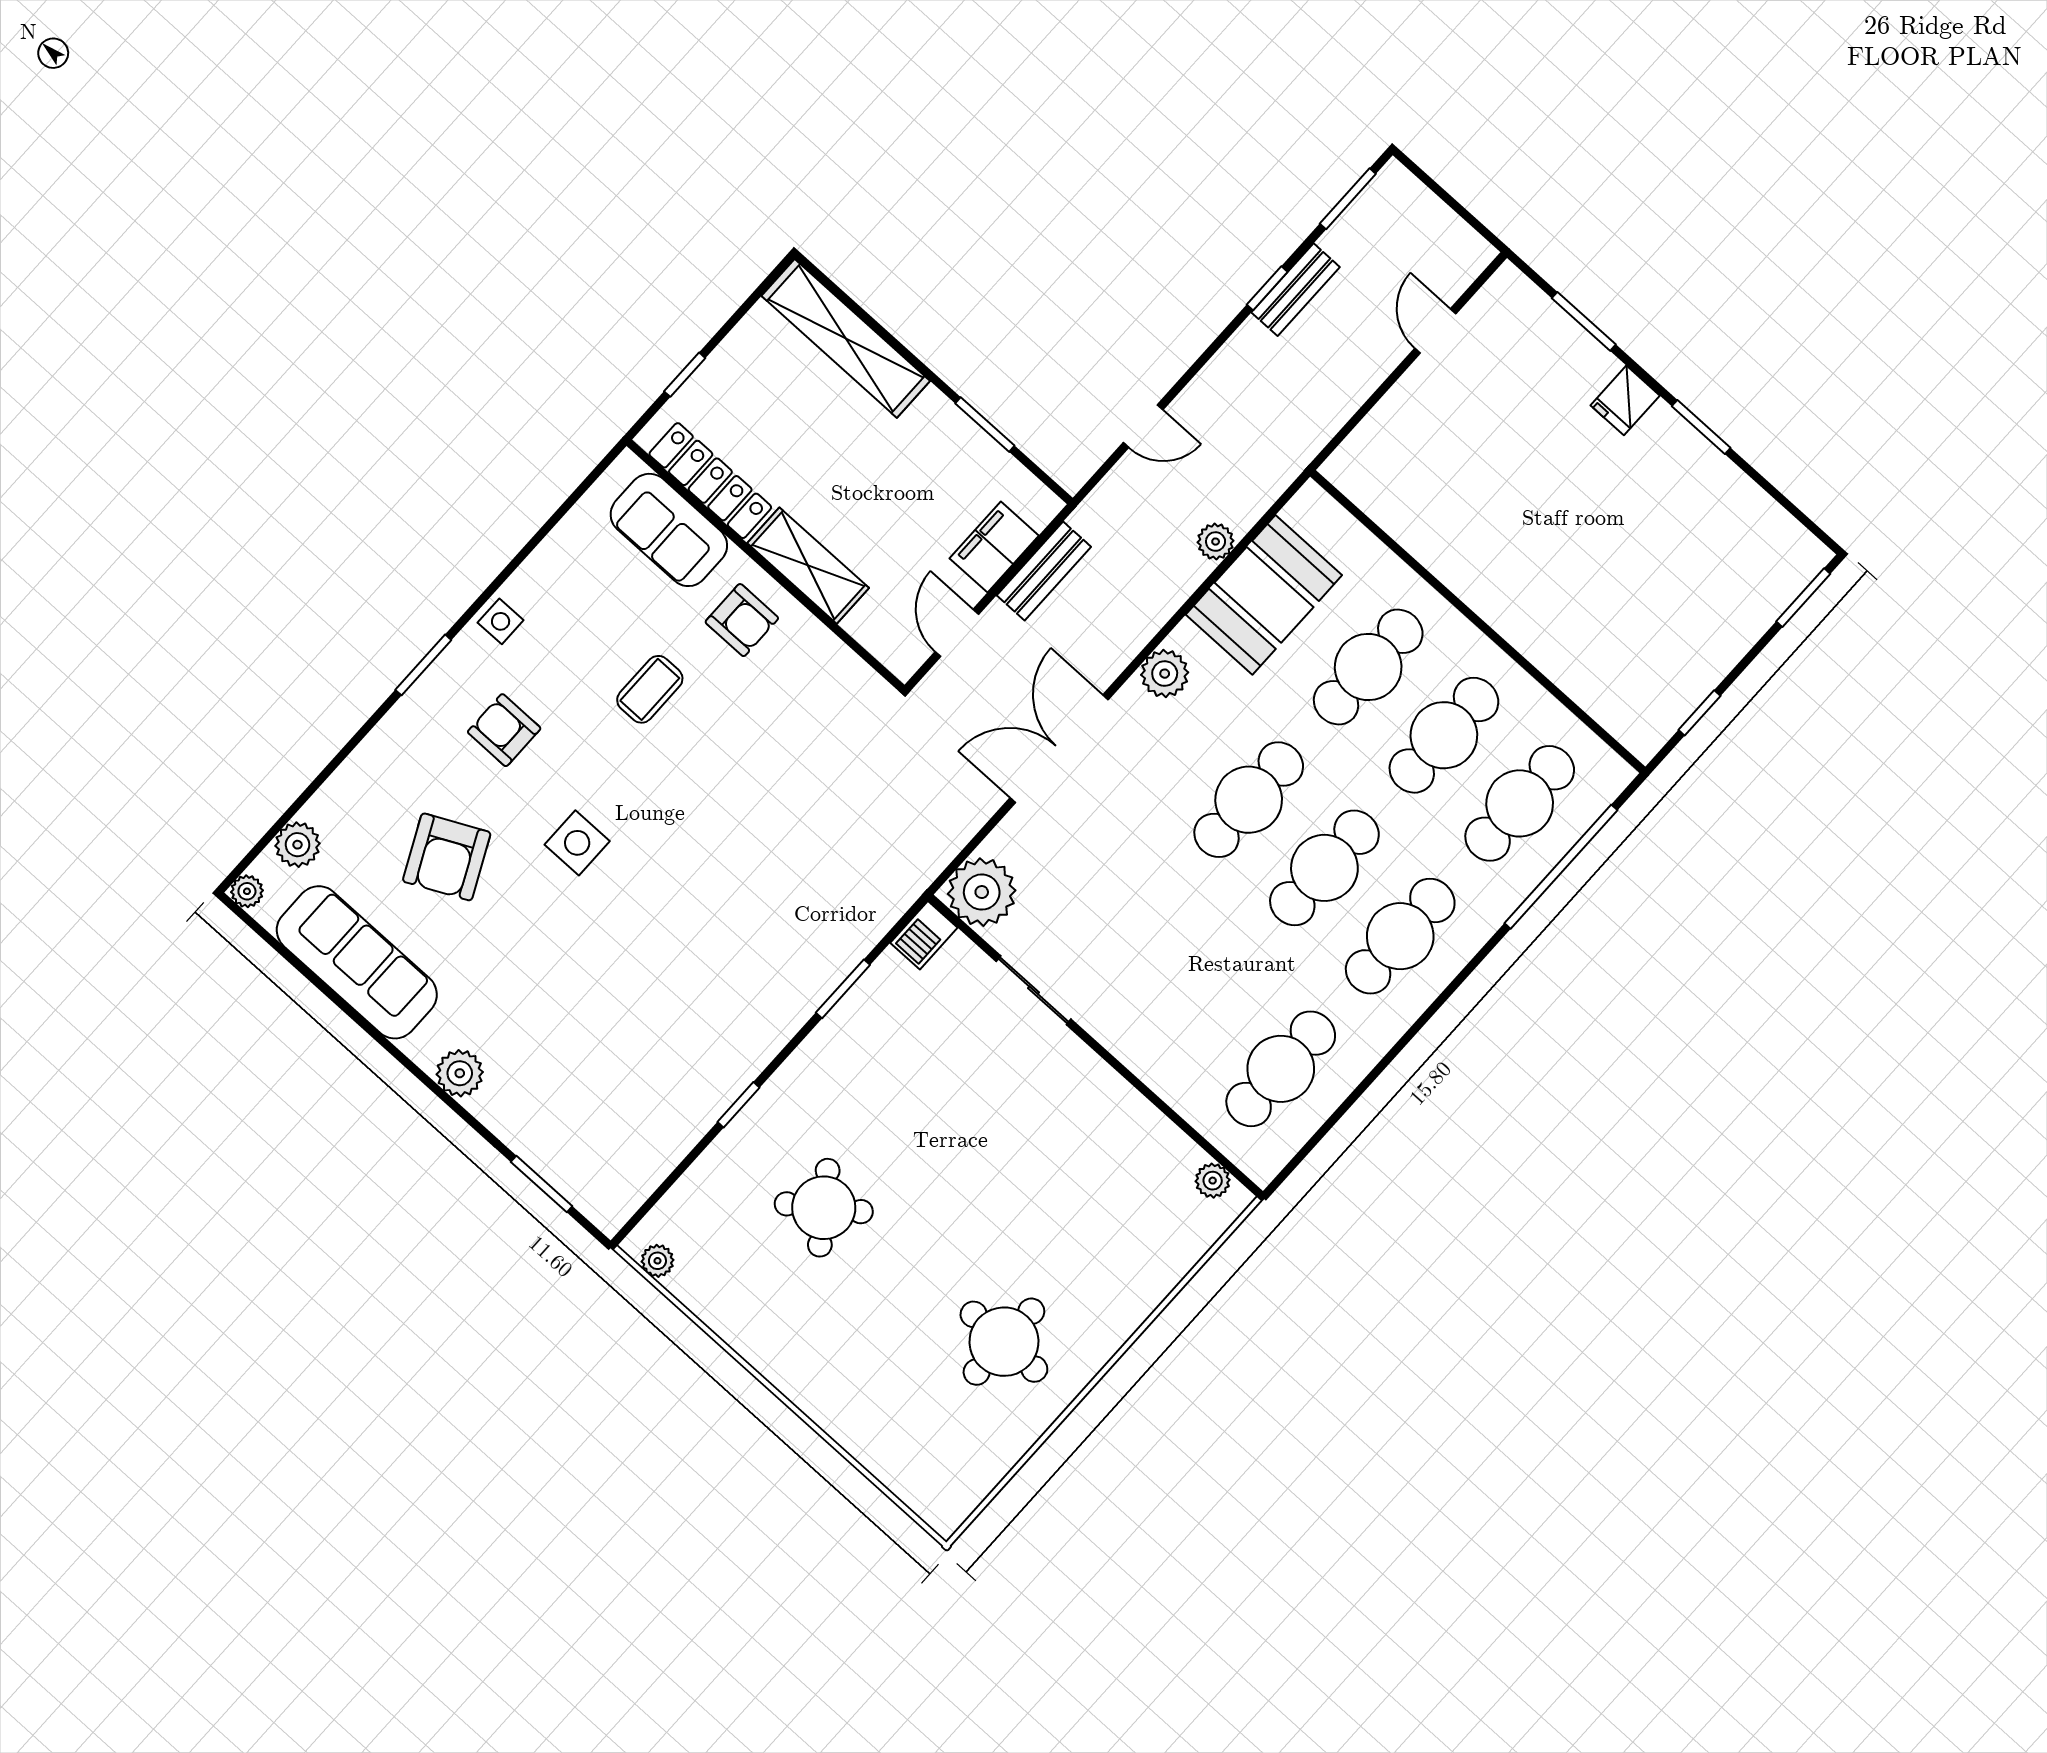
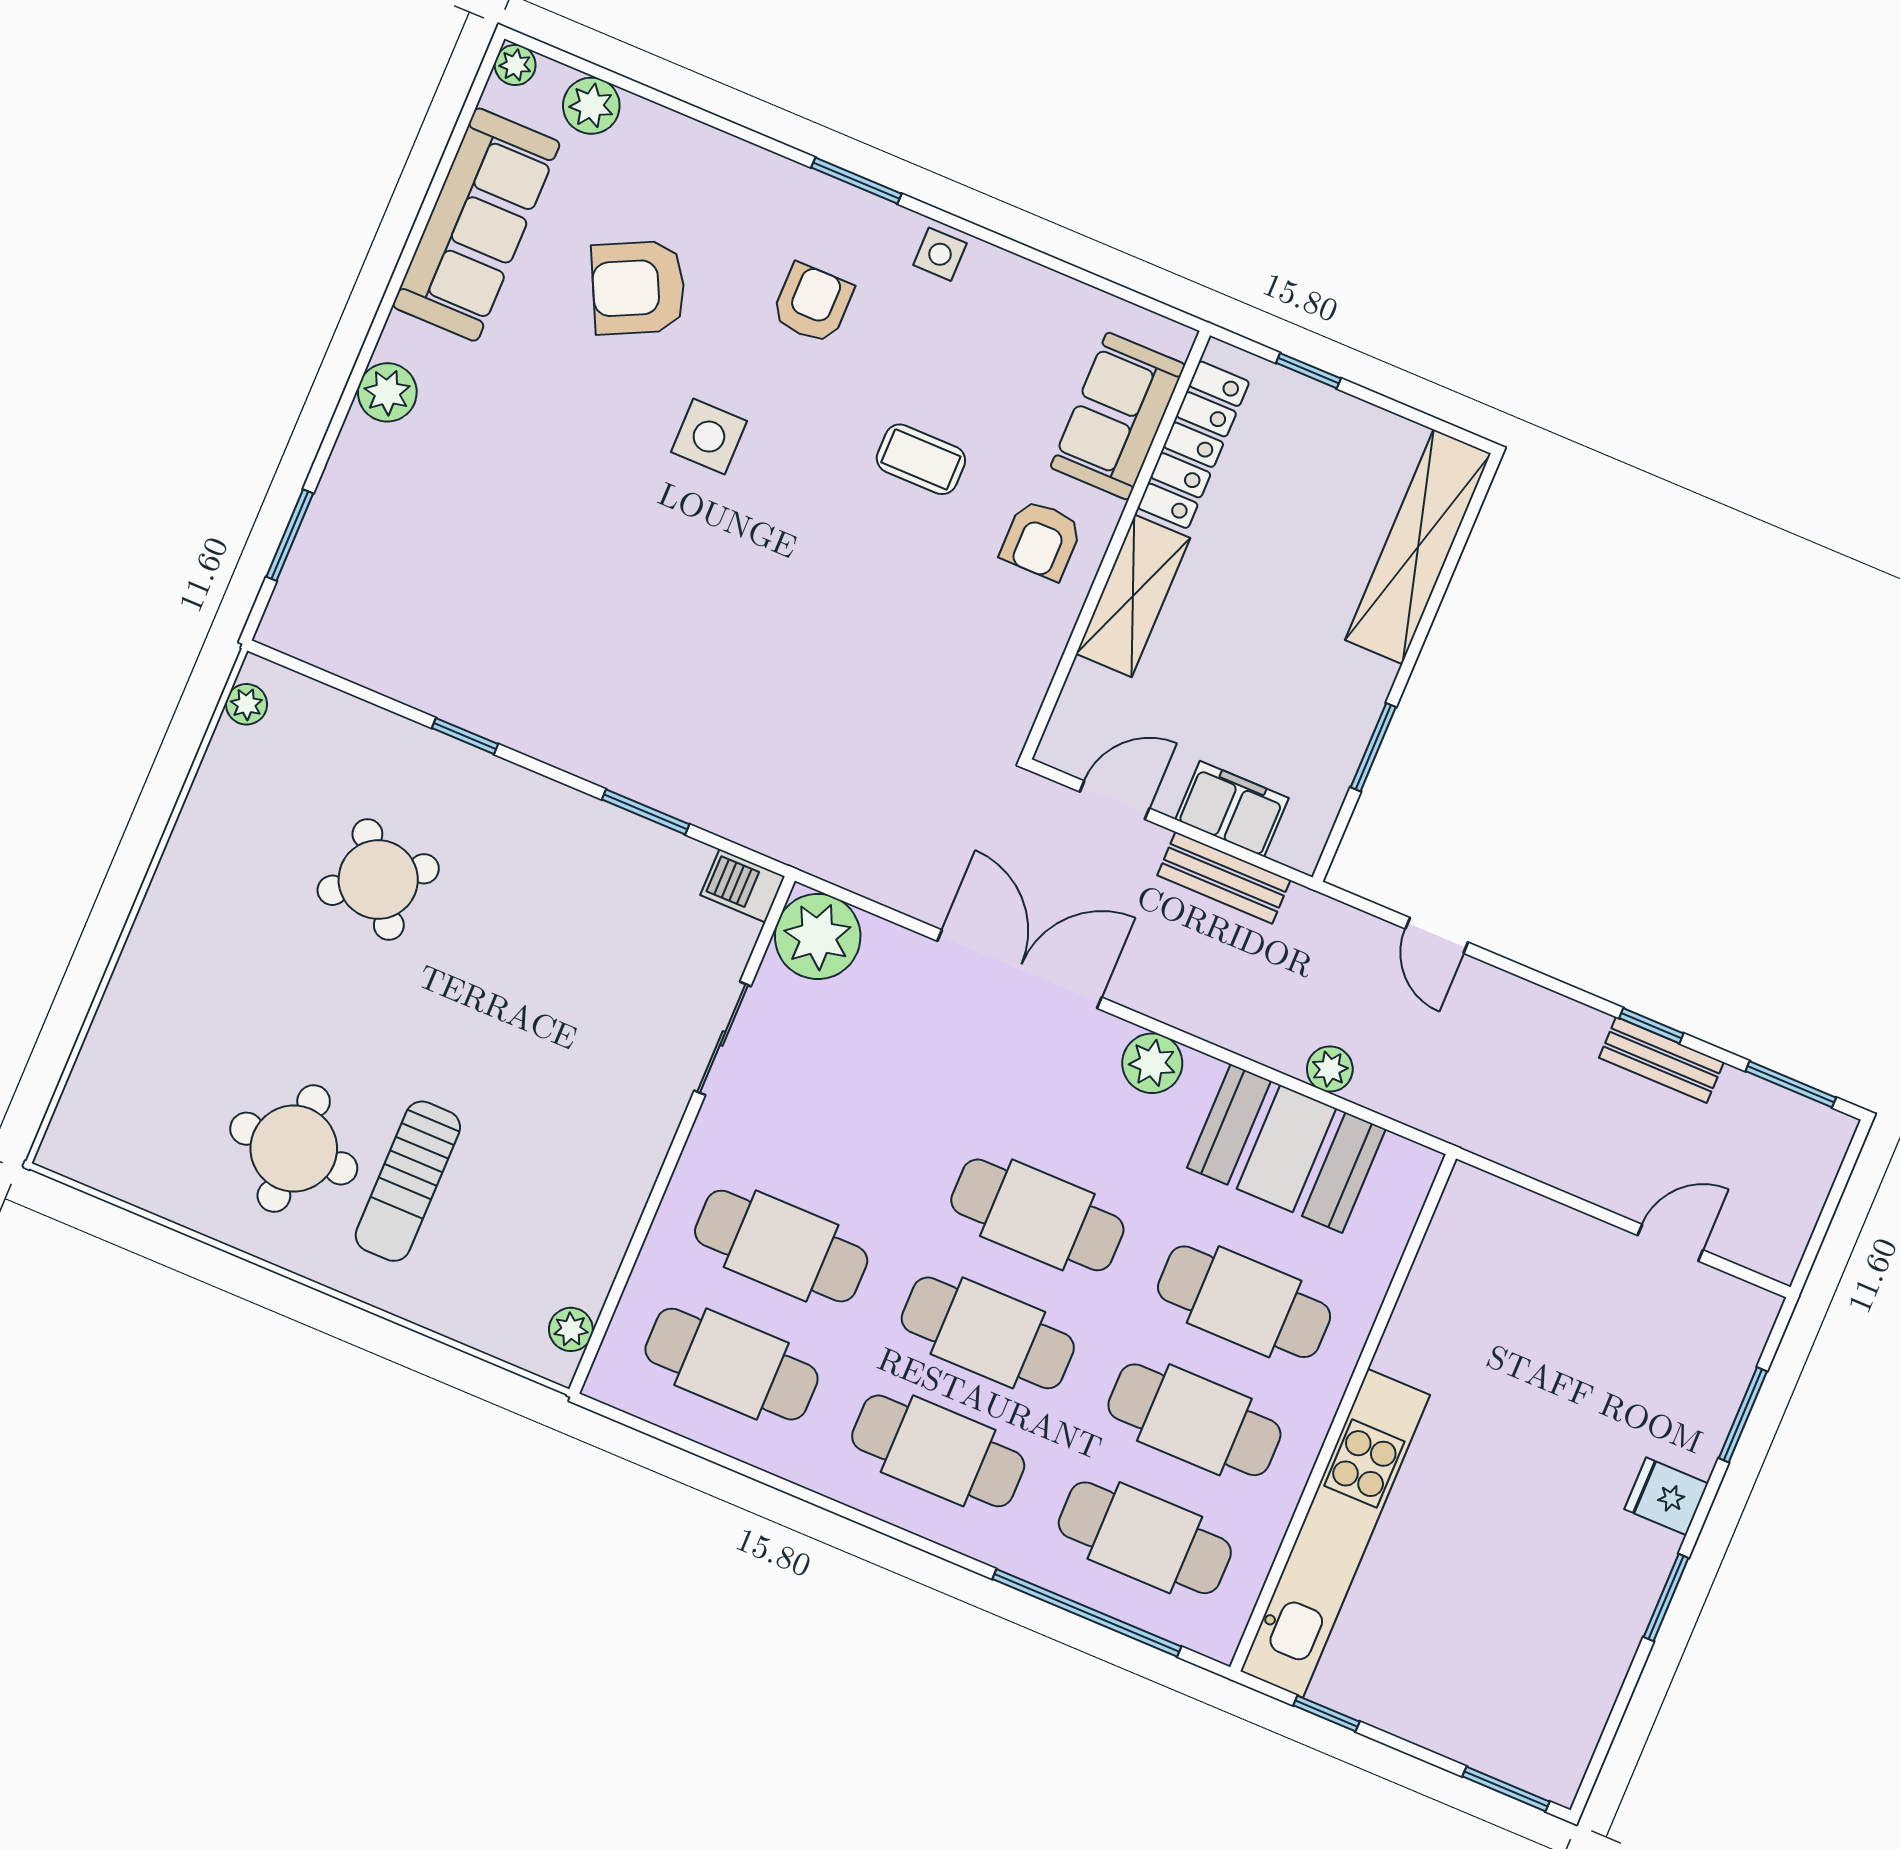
kitchen unit: (1566, 659) -> (1335, 1533), added
cafe table: (1205, 1001) -> (781, 1246), added
sun lounger: (1058, 1264) -> (408, 1181), added

